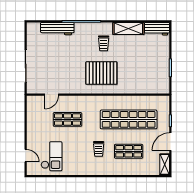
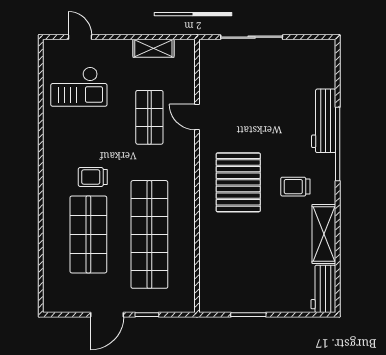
workbench: (57, 29) -> (324, 121), moved
door: (52, 95) -> (197, 117), moved
door: (170, 142) -> (107, 315), swing flipped
shop shelf: (129, 151) -> (88, 234), width x1.43, depth x1.36
door: (26, 156) -> (80, 37), swing flipped
shelving: (165, 164) -> (153, 48), moved

